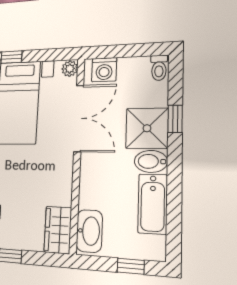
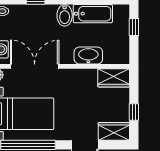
shower: (147, 128) -> (42, 18), removed
washbasin: (89, 231) -> (88, 56), moved

